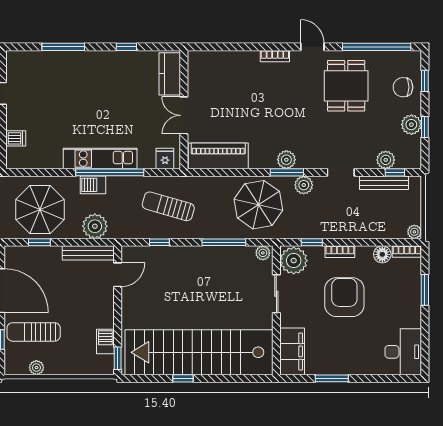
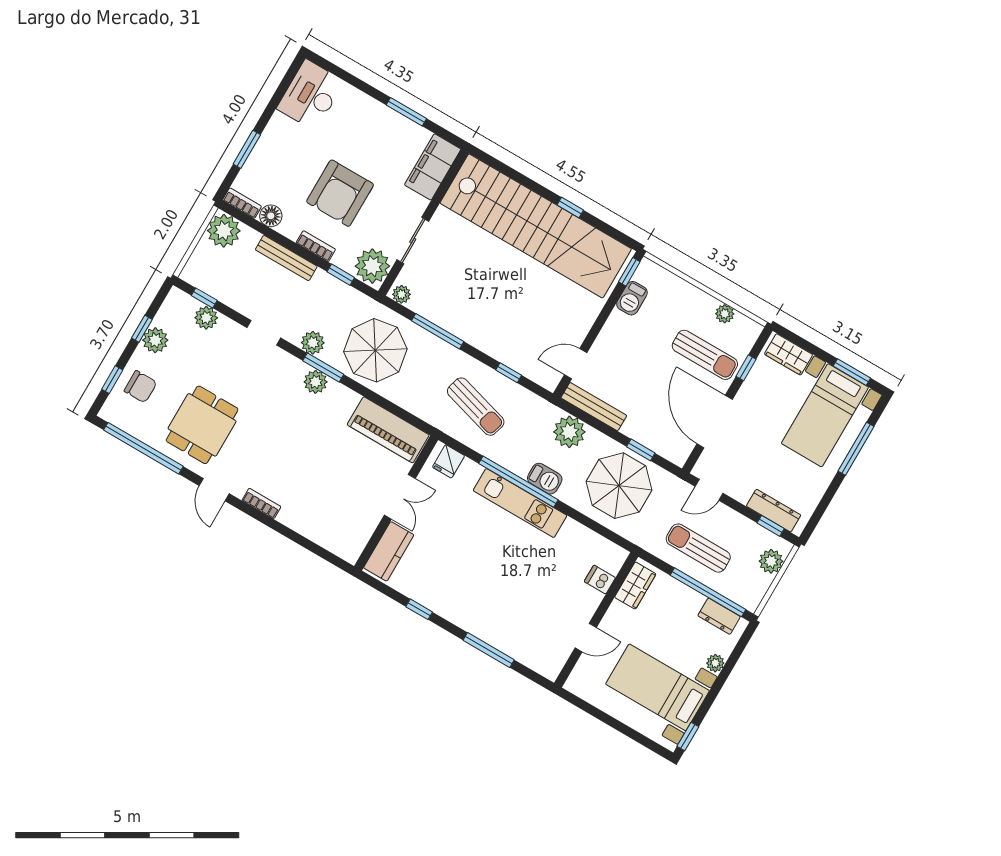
bench: (384, 183) -> (286, 258), moved
plant: (414, 232) -> (224, 231), width x1.88, depth x1.88

